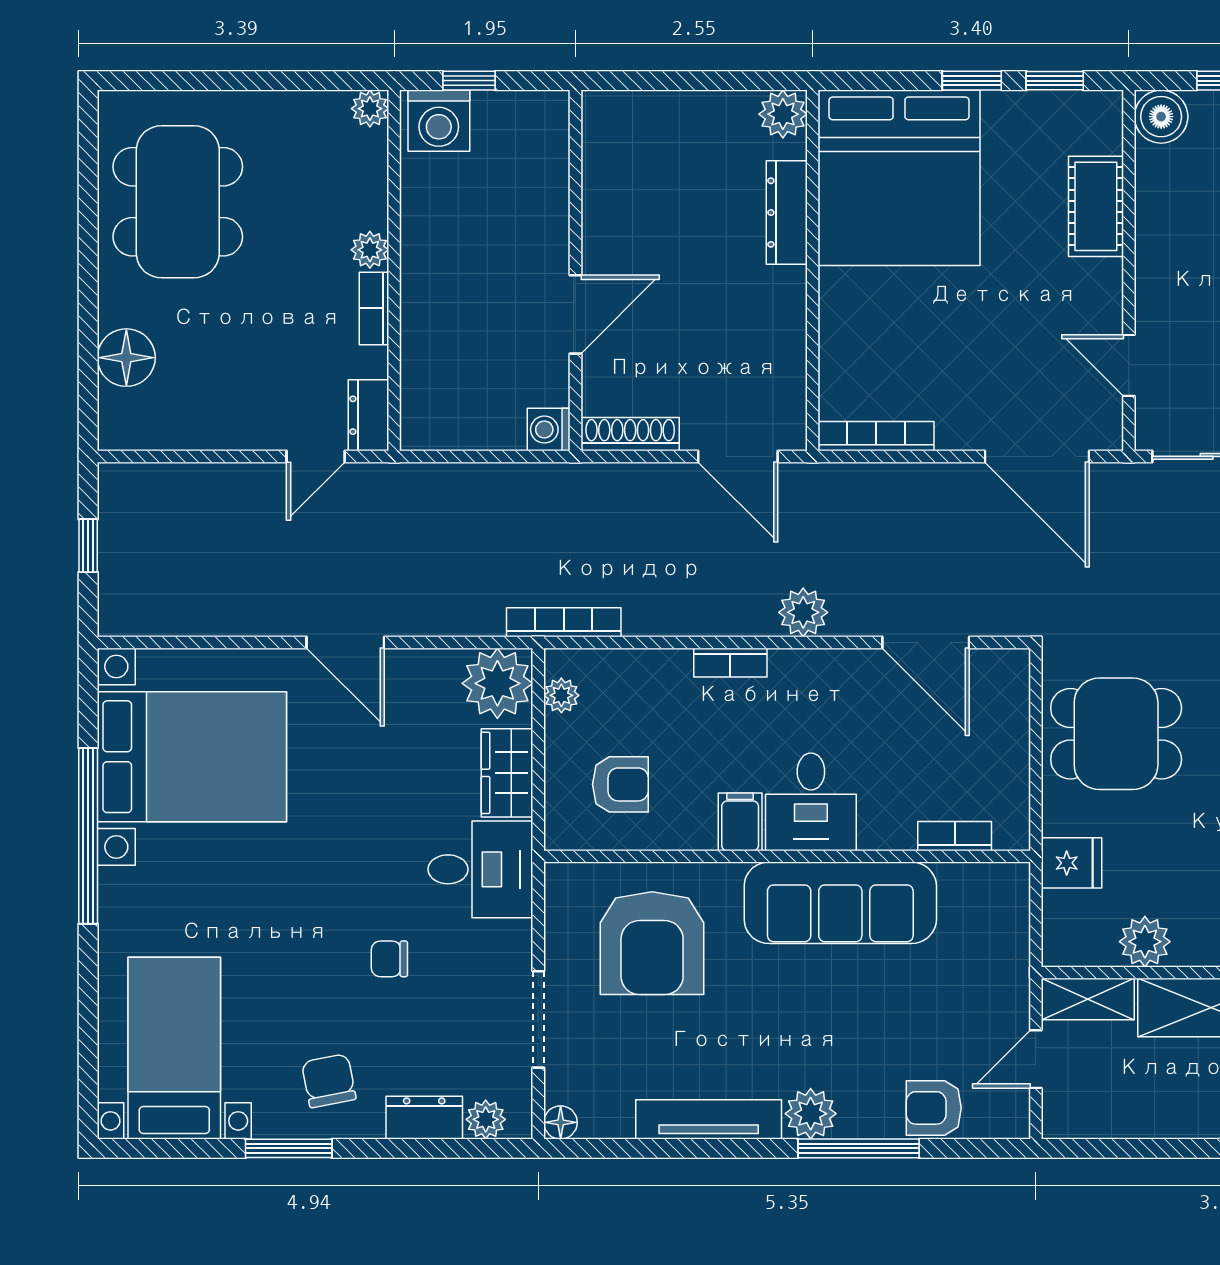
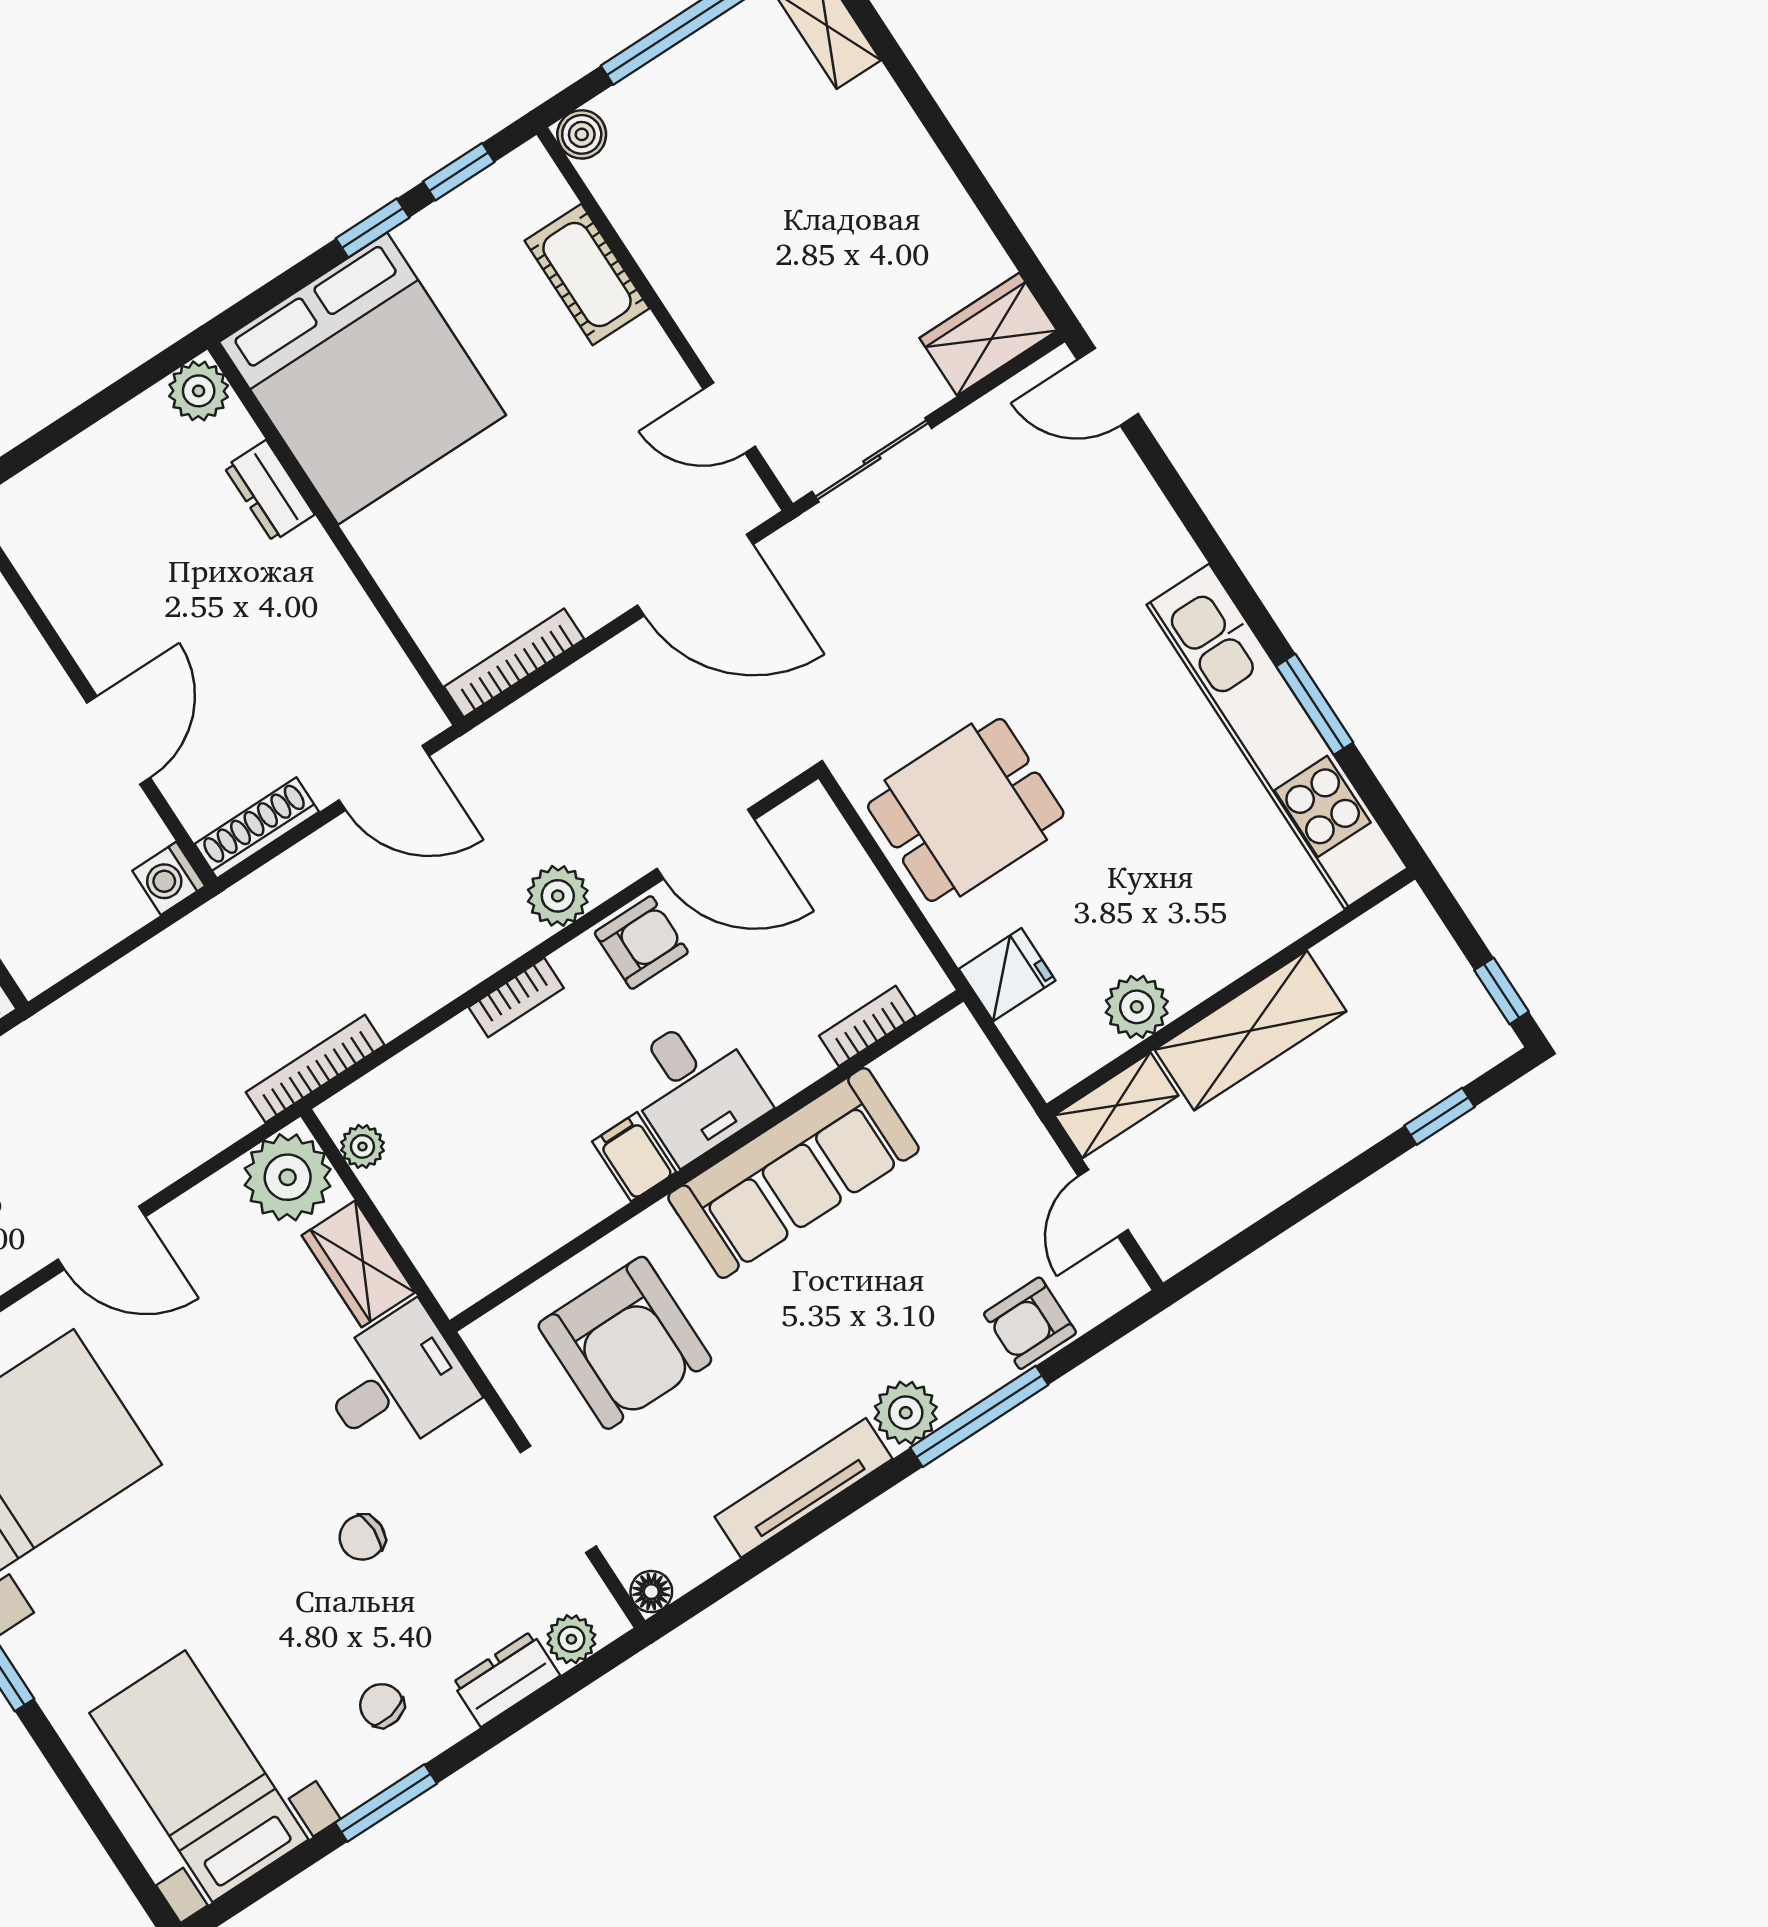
boiler: (1161, 117) -> (582, 134), width x0.73, depth x0.73
dresser: (787, 213) -> (269, 491), width x0.70
armchair: (620, 784) -> (641, 942), moved
chair: (329, 1081) -> (382, 1705), width x0.73, depth x0.73

